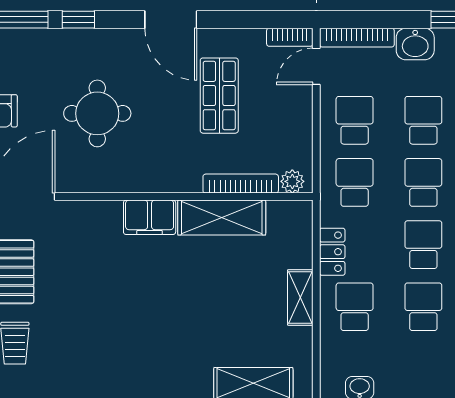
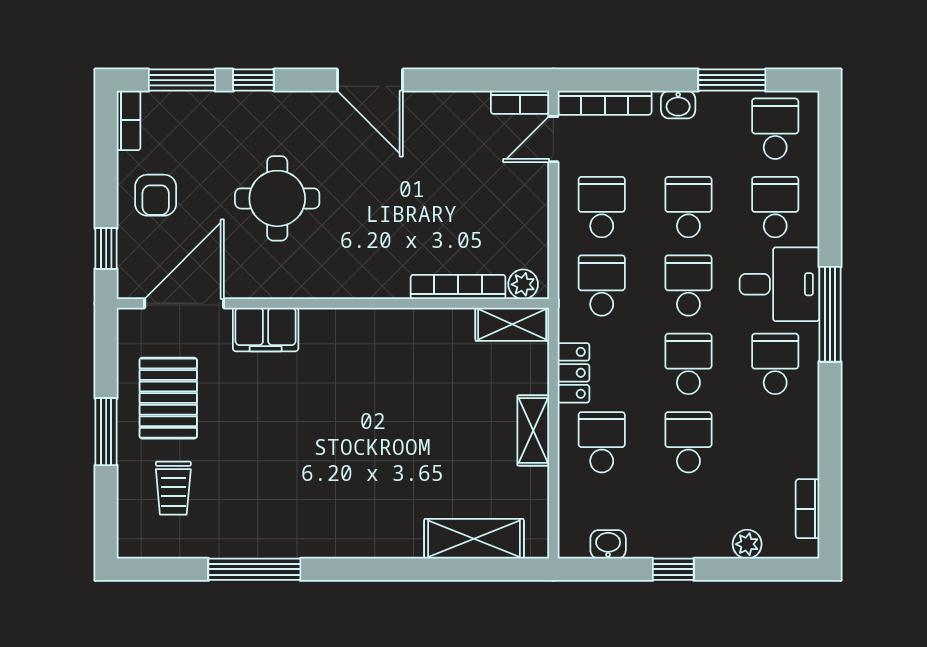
washbasin: (415, 44) -> (678, 105), width x0.72, depth x0.69
shop shelf: (219, 96) -> (431, 176), removed
filing cabinet: (150, 217) -> (266, 329), moved
shelving: (222, 218) -> (512, 324), moved, width x0.67, depth x0.75

